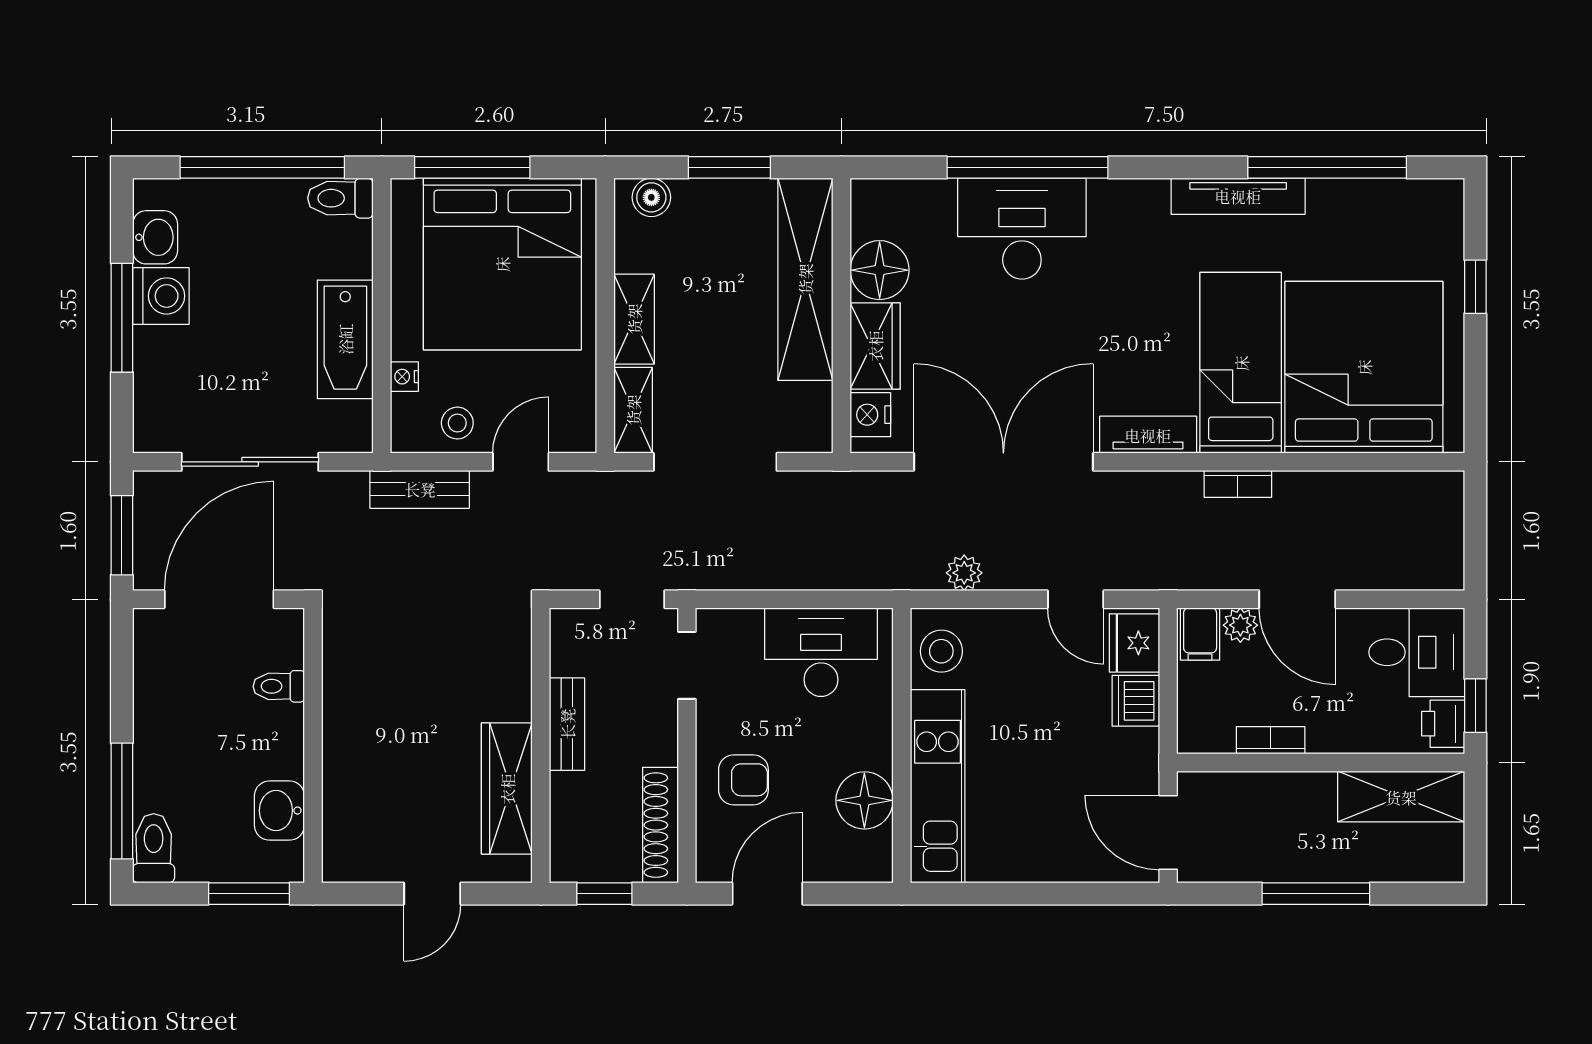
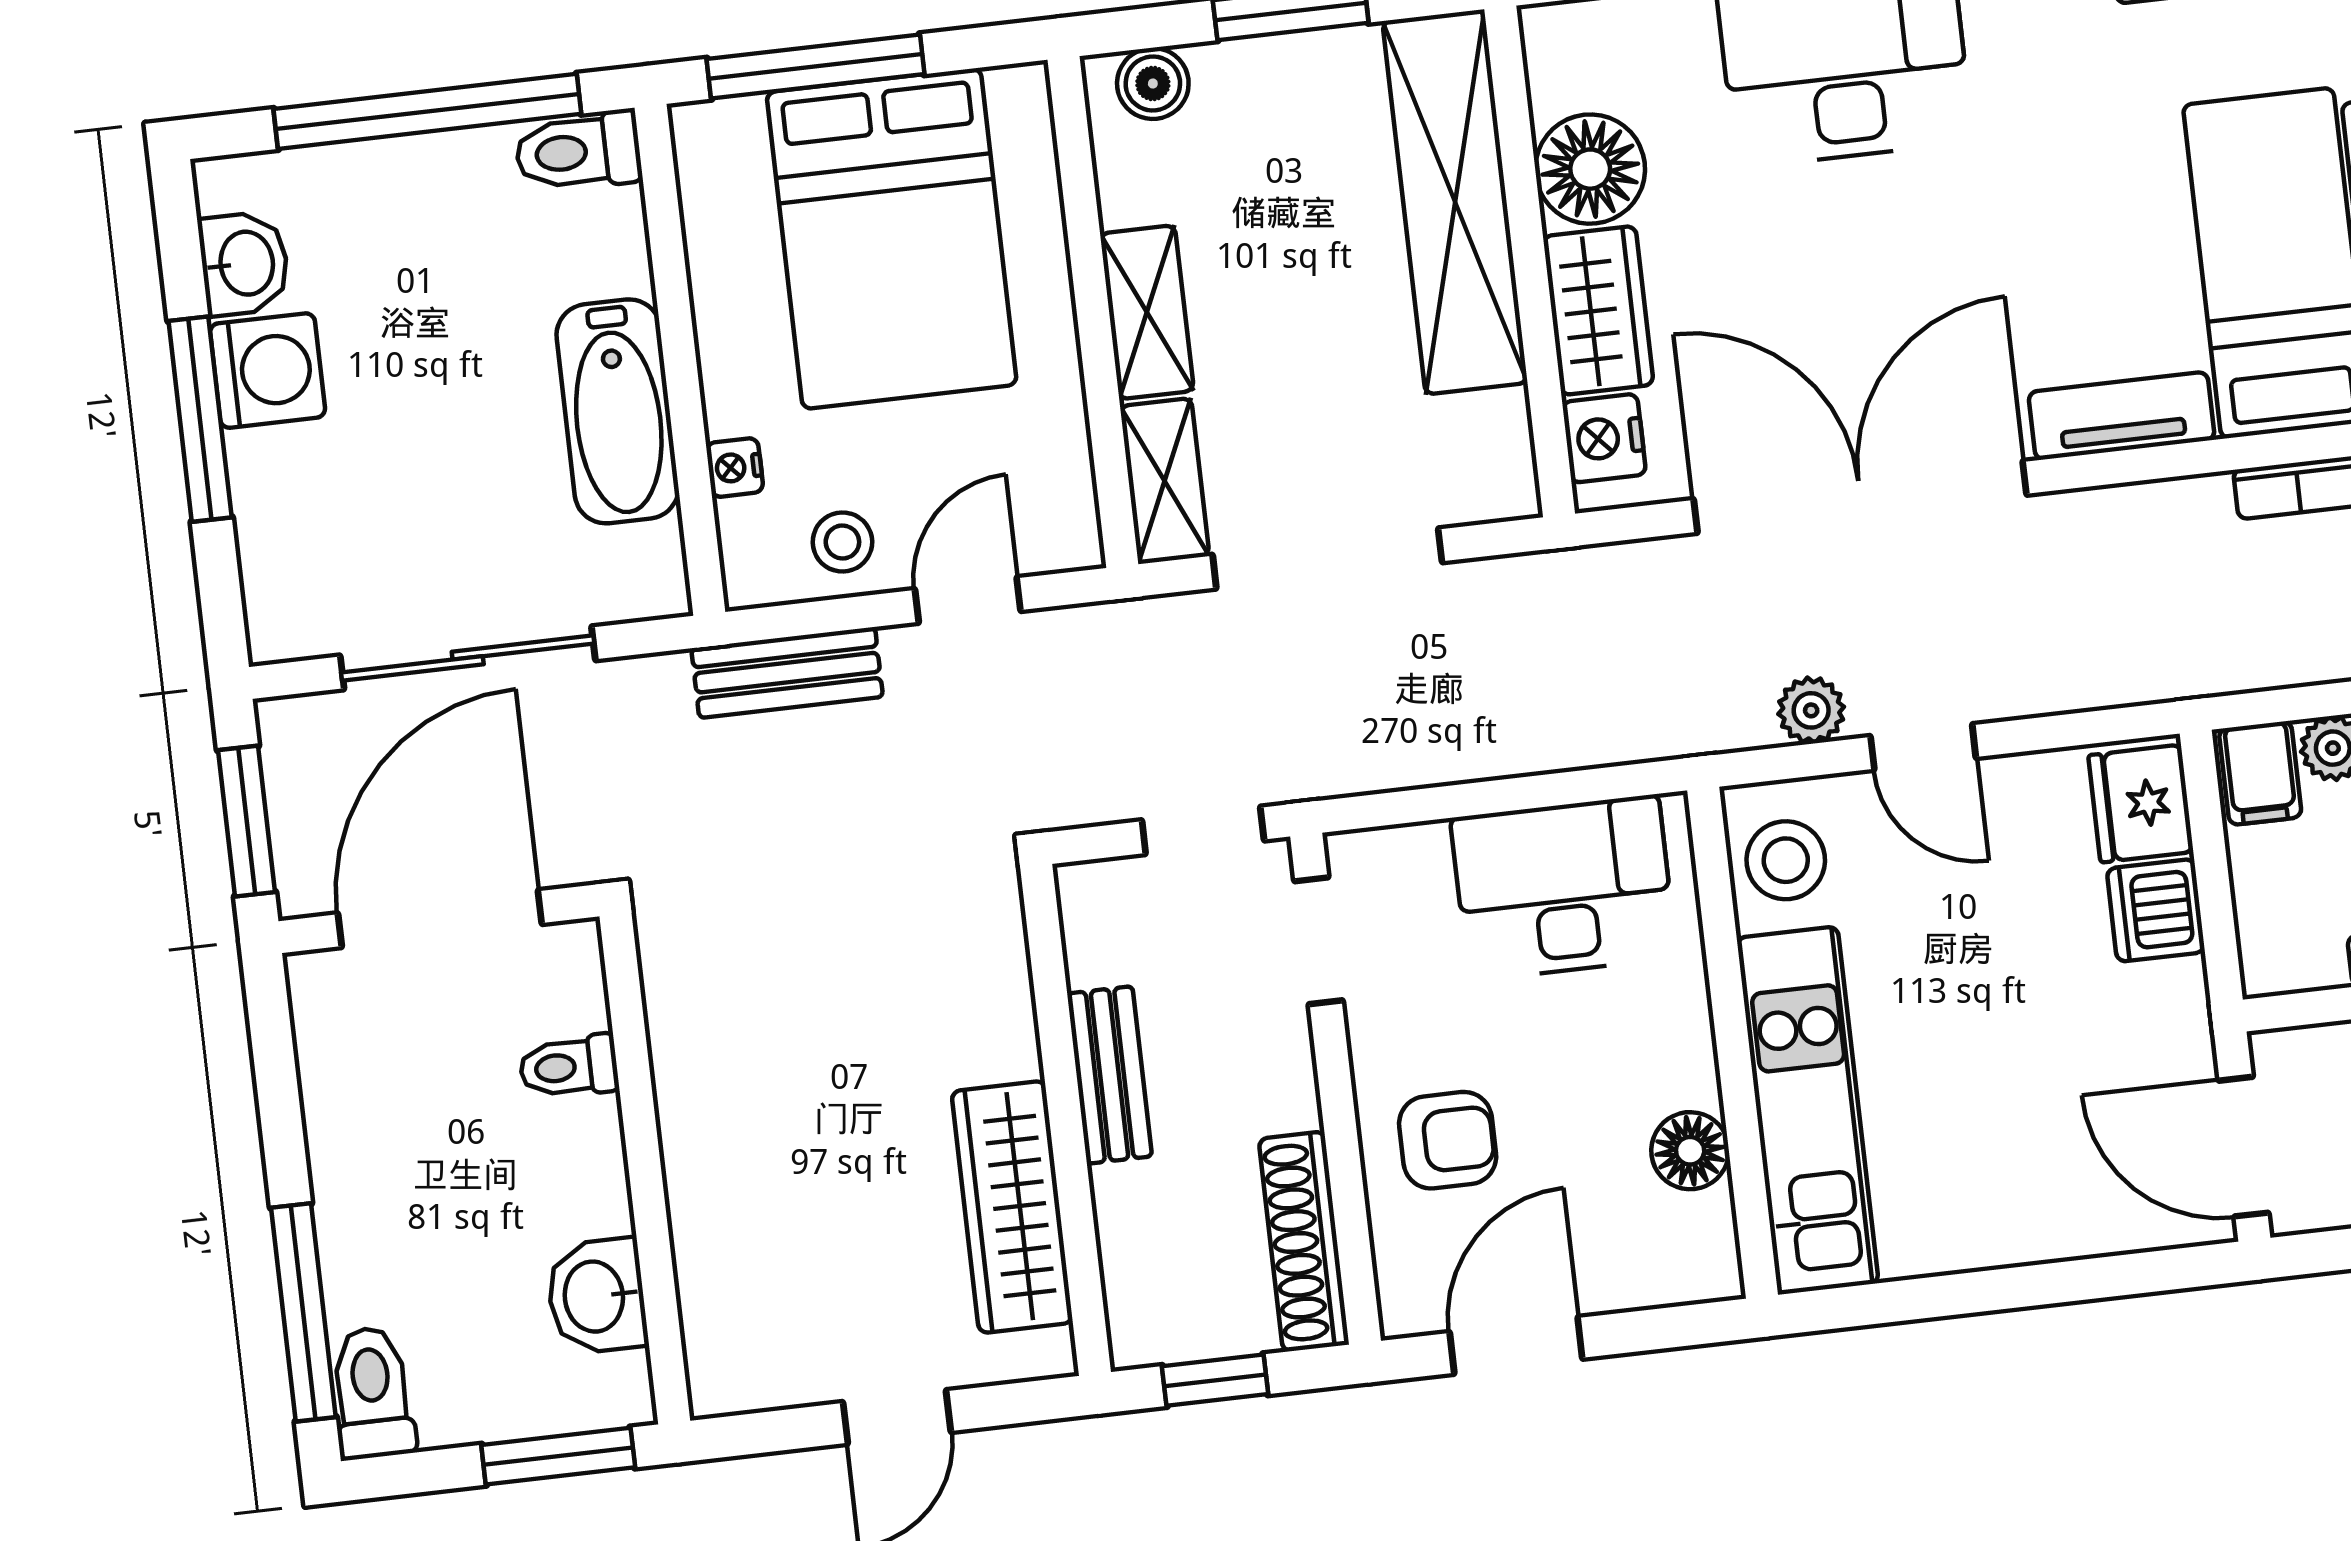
bed: (502, 264) -> (892, 239), width x0.73
door: (1076, 599) -> (1923, 747), moved
floor lamp: (864, 800) -> (1690, 1151), width x0.73, depth x0.73

